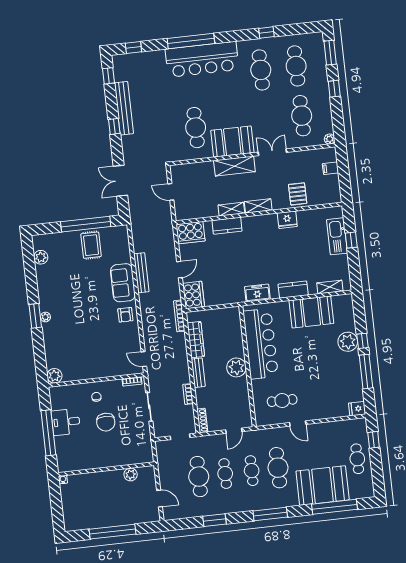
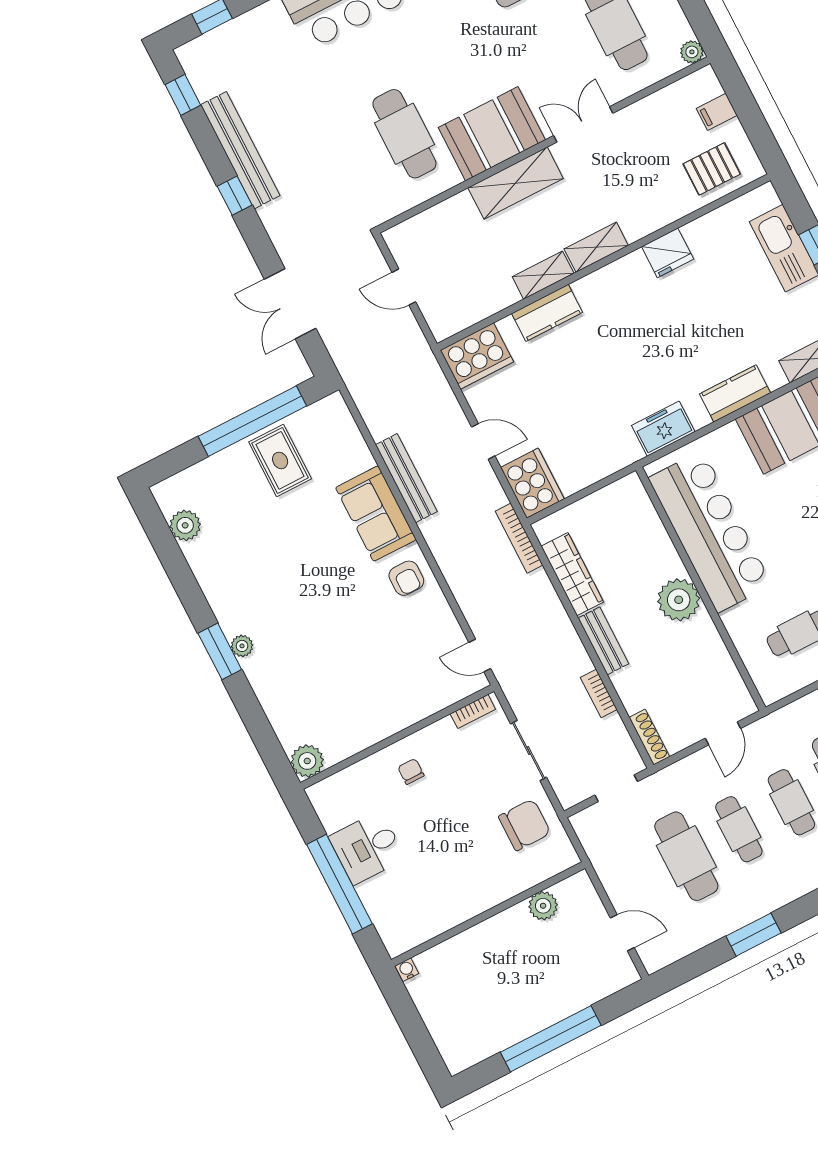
pallet: (298, 194) -> (712, 169), moved, turned 90
door: (180, 270) -> (483, 441), hinge flipped
chair: (106, 422) -> (525, 825), moved, turned -90

